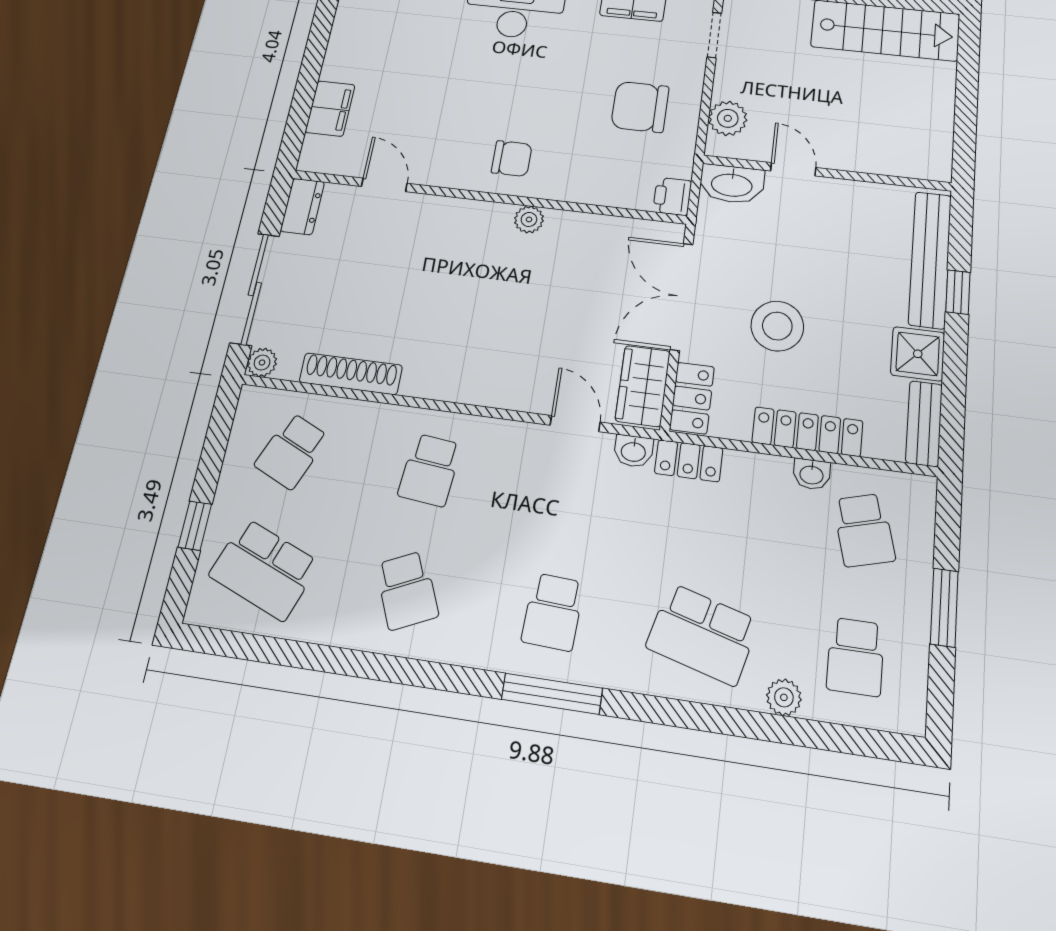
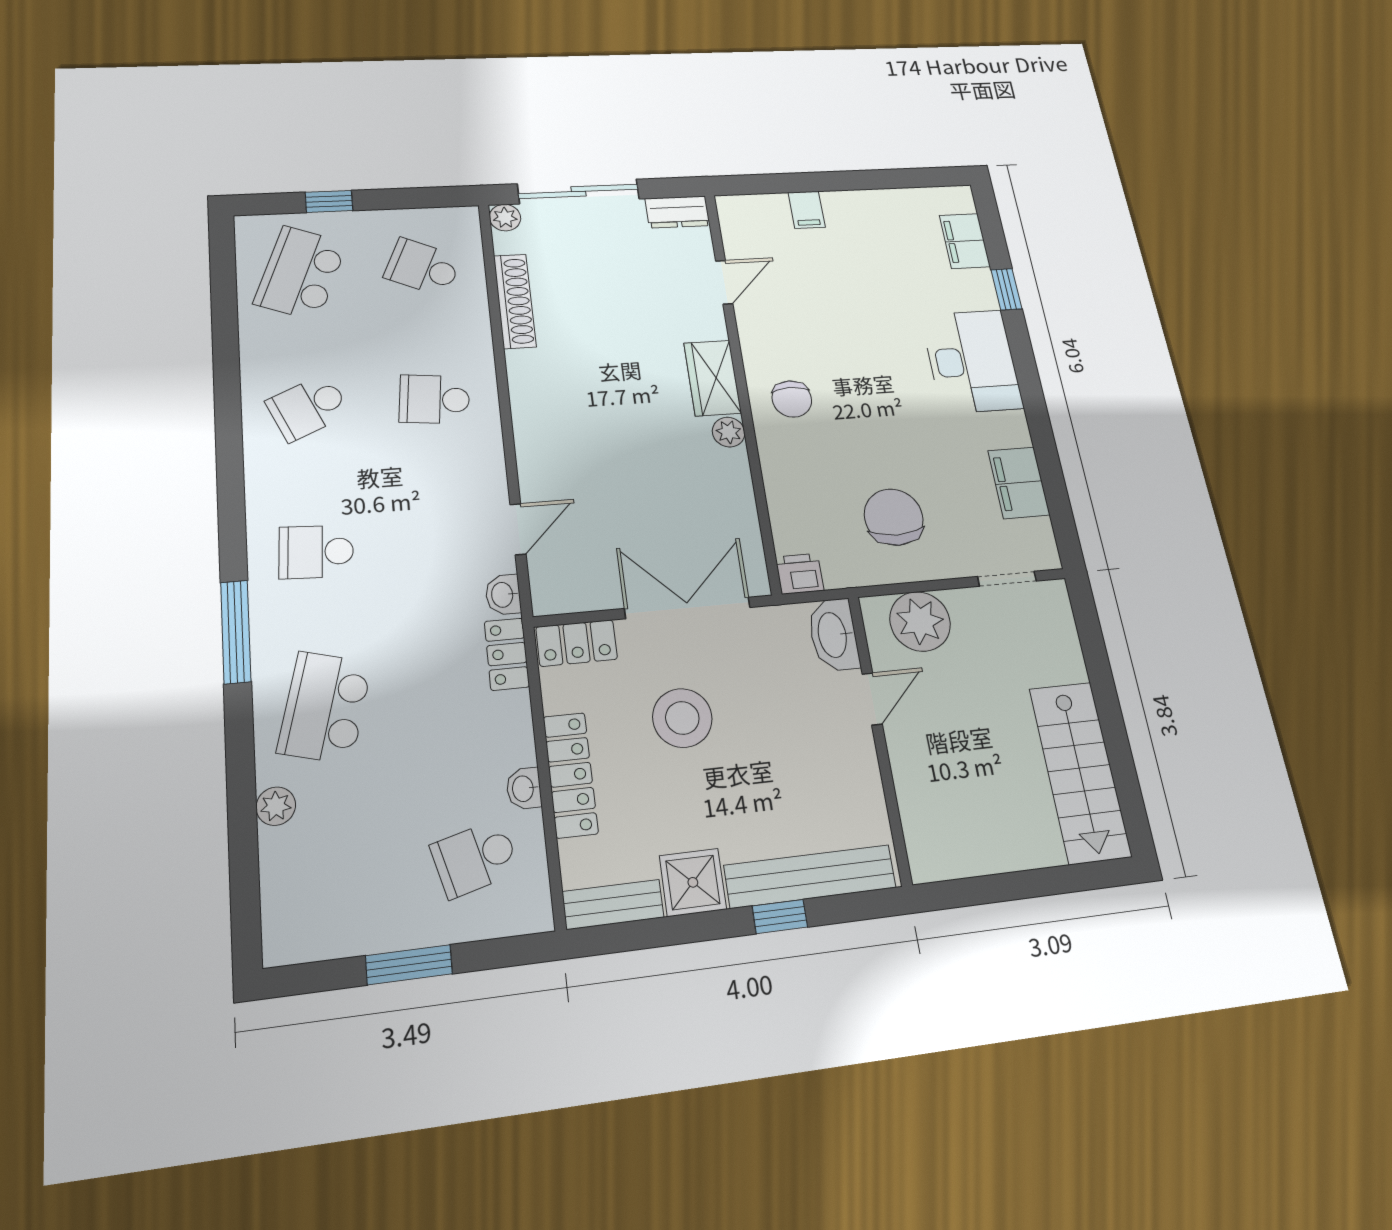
filing cabinet: (330, 108) -> (807, 210), width x0.50
plant: (728, 118) -> (920, 621), width x1.36, depth x1.36
wardrobe: (643, 386) -> (713, 378), moved, turned -90
school desk: (855, 657) -> (334, 875), removed
window: (552, 694) -> (236, 632), moved

